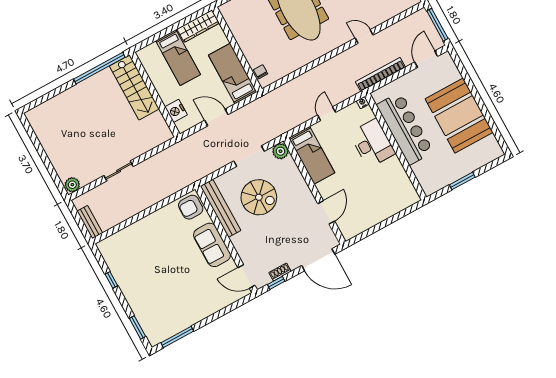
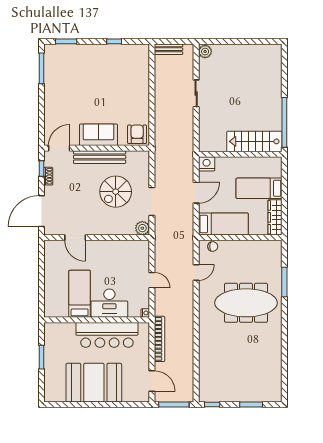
door: (364, 36) -> (196, 272), moved
nightstand: (176, 111) -> (207, 164), moved
bed: (312, 155) -> (80, 294), moved, turned 90
bench: (221, 208) -> (100, 157), moved

